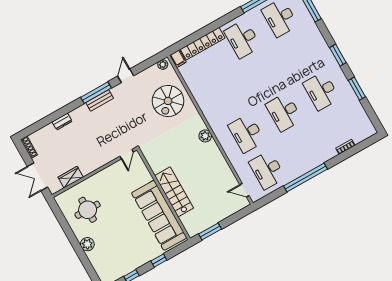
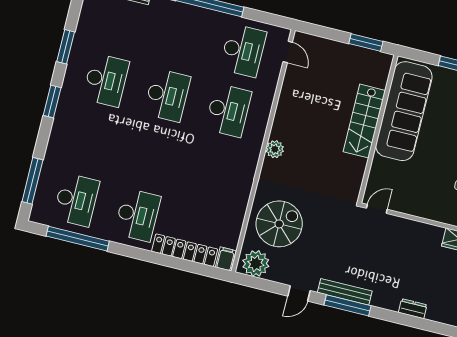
plant: (163, 65) -> (256, 263), width x1.88, depth x1.88
bench: (100, 100) -> (345, 292), width x1.36

